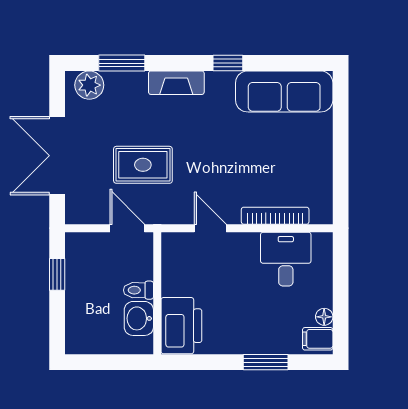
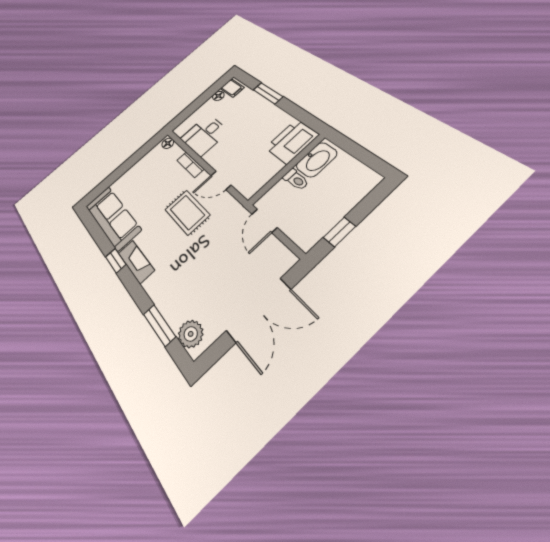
fireplace: (176, 83) -> (136, 262), moved
rug: (143, 165) -> (187, 212), moved
floor lamp: (320, 215) -> (168, 143), added
bookcase: (275, 216) -> (190, 165), width x0.64
door: (210, 228) -> (221, 180), hinge flipped
washbasin: (139, 318) -> (317, 160), width x1.38

